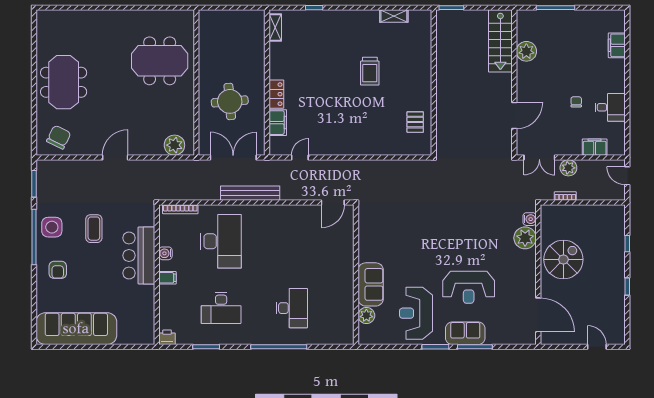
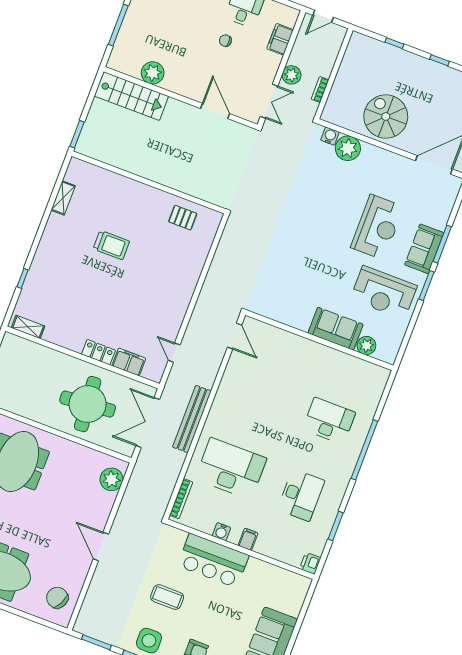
round table: (230, 101) -> (88, 404), width x1.36, depth x1.36

